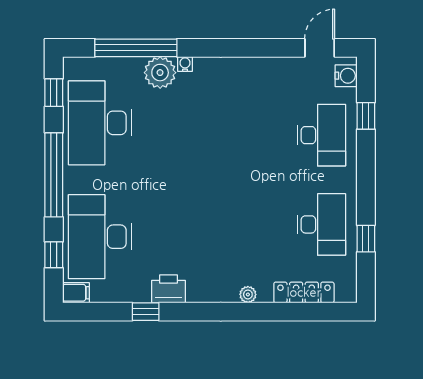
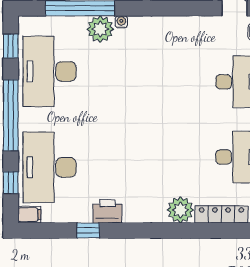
plant: (248, 294) -> (180, 210), width x1.88, depth x1.88

